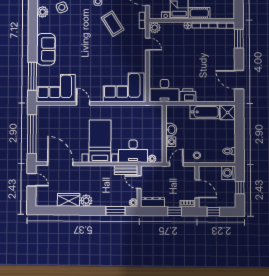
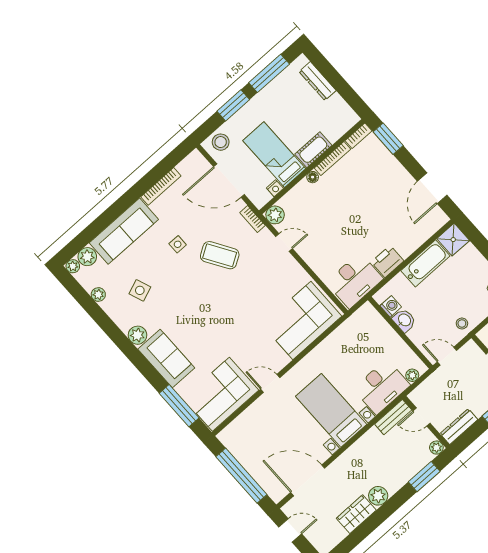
plant: (43, 12) -> (137, 335), moved
door: (239, 80) -> (432, 188), hinge flipped
washing machine: (171, 142) -> (391, 306), moved
door: (176, 164) -> (447, 356), hinge flipped

